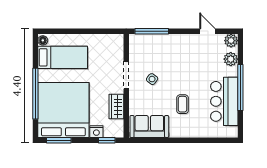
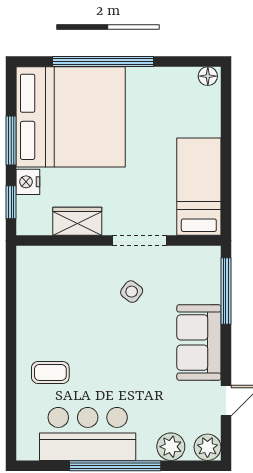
bed: (63, 57) -> (199, 187), moved, turned 180
coffee table: (182, 104) -> (50, 372), moved
sofa: (149, 126) -> (199, 343), moved, turned 180
window: (59, 140) -> (11, 140), moved

